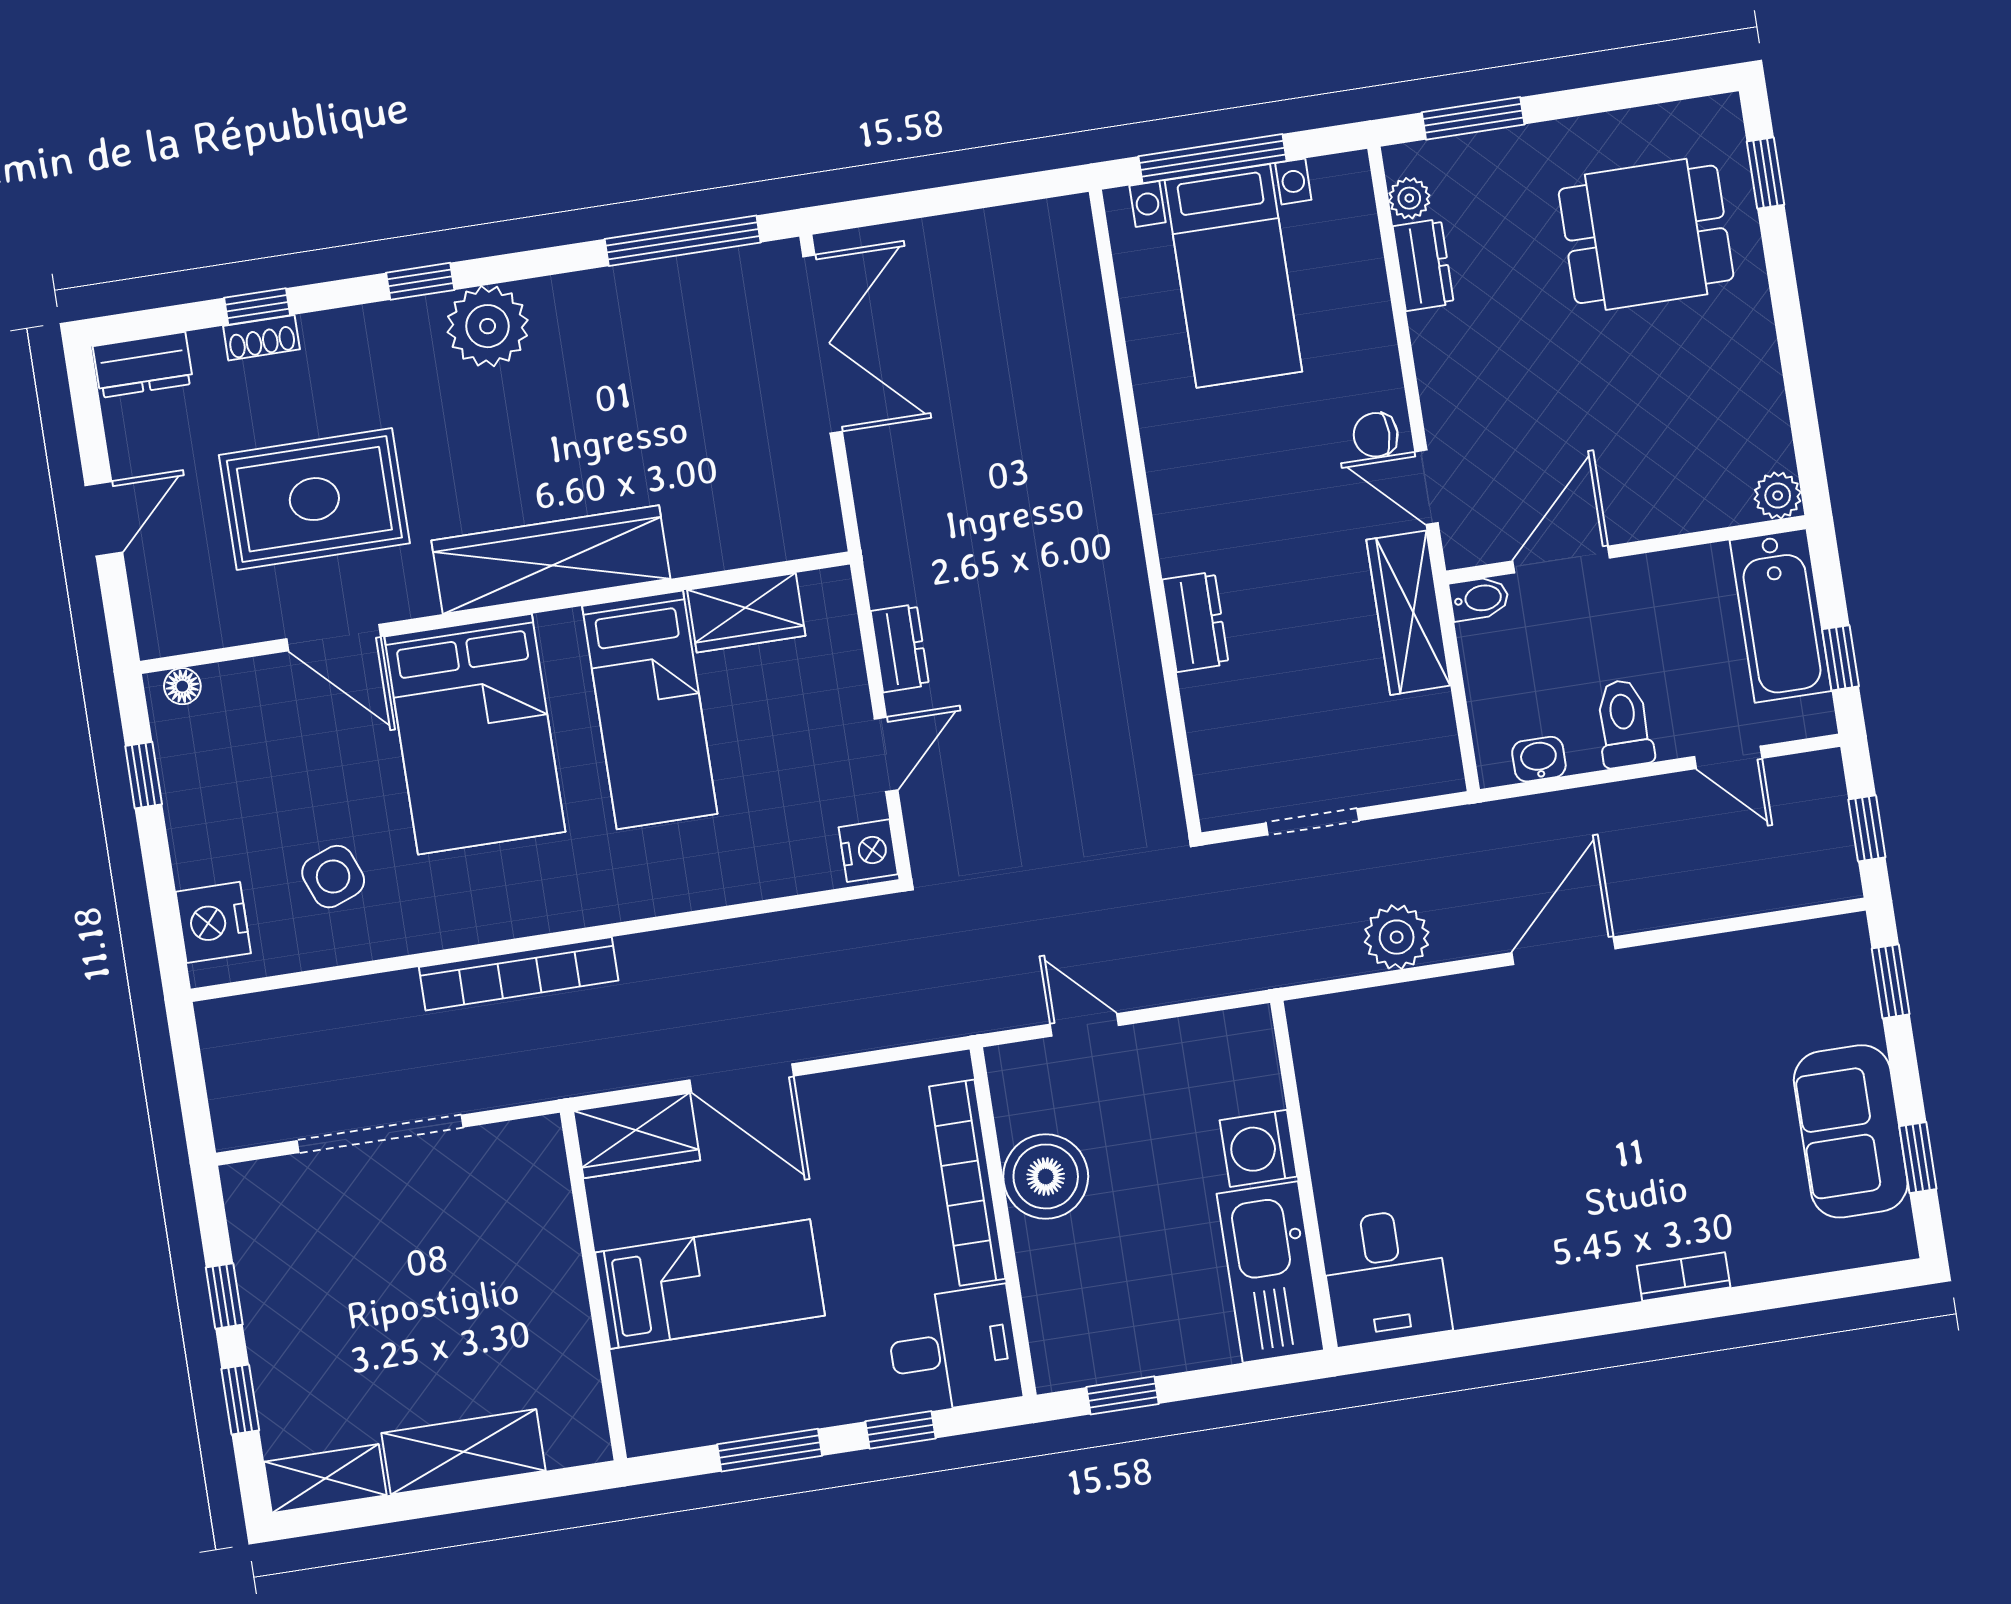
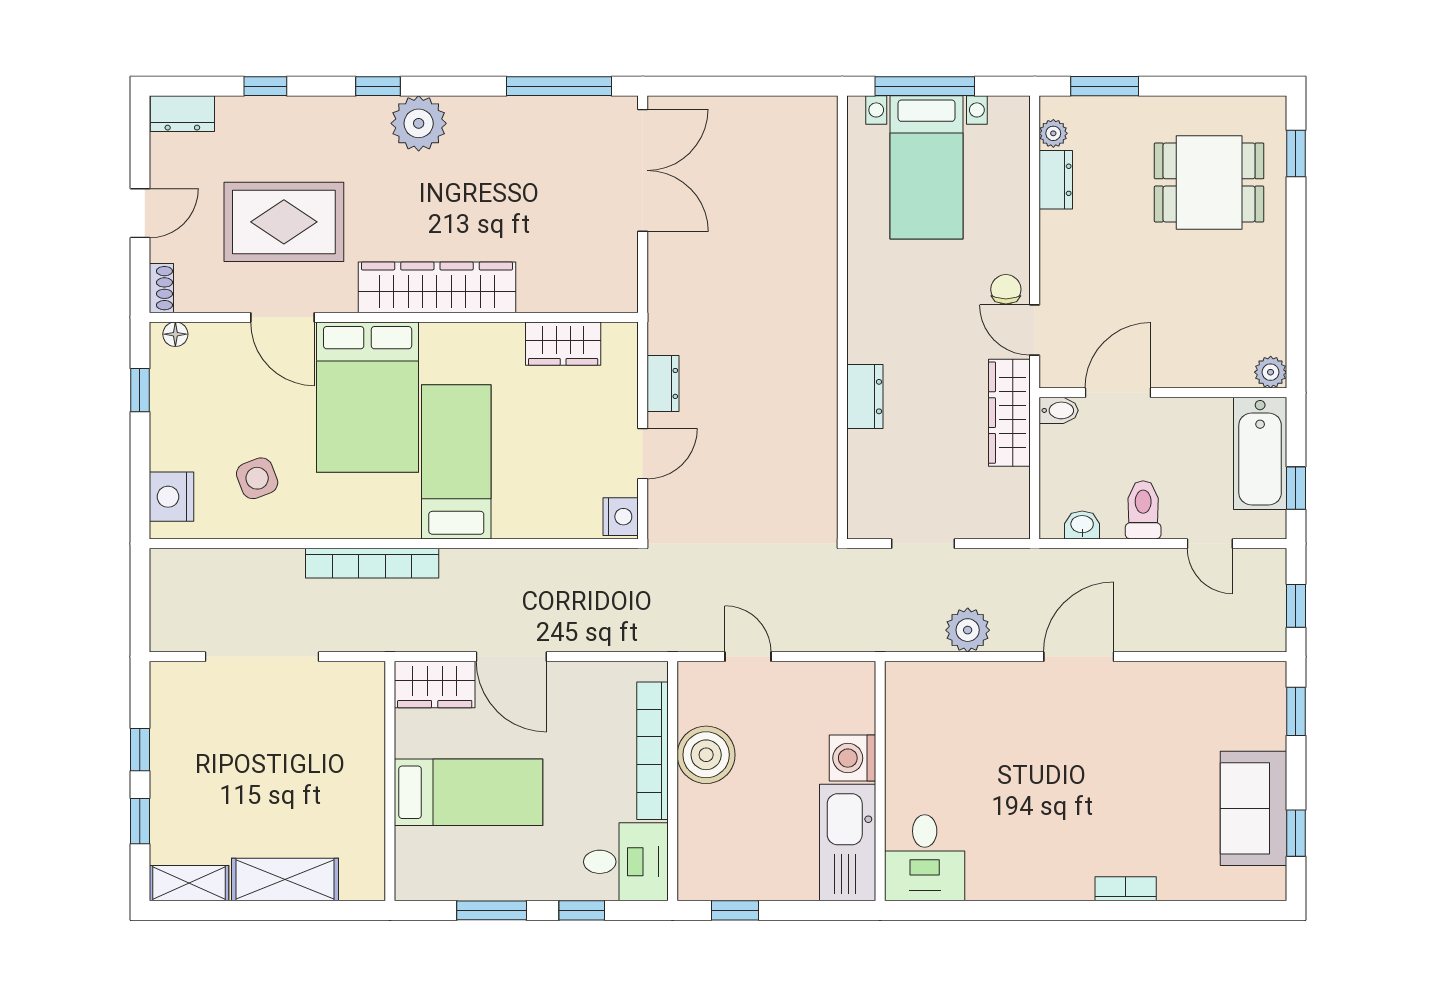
shoe rack: (261, 338) -> (161, 288), moved, turned -90
chair: (1376, 435) -> (1006, 289), turned 90
bed: (650, 710) -> (456, 462), moved, turned 180

